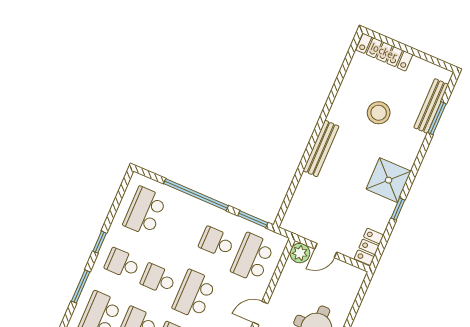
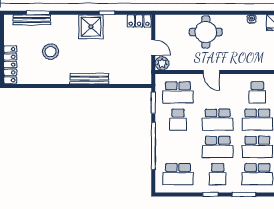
school desk: (158, 279) -> (218, 147), width x1.85

